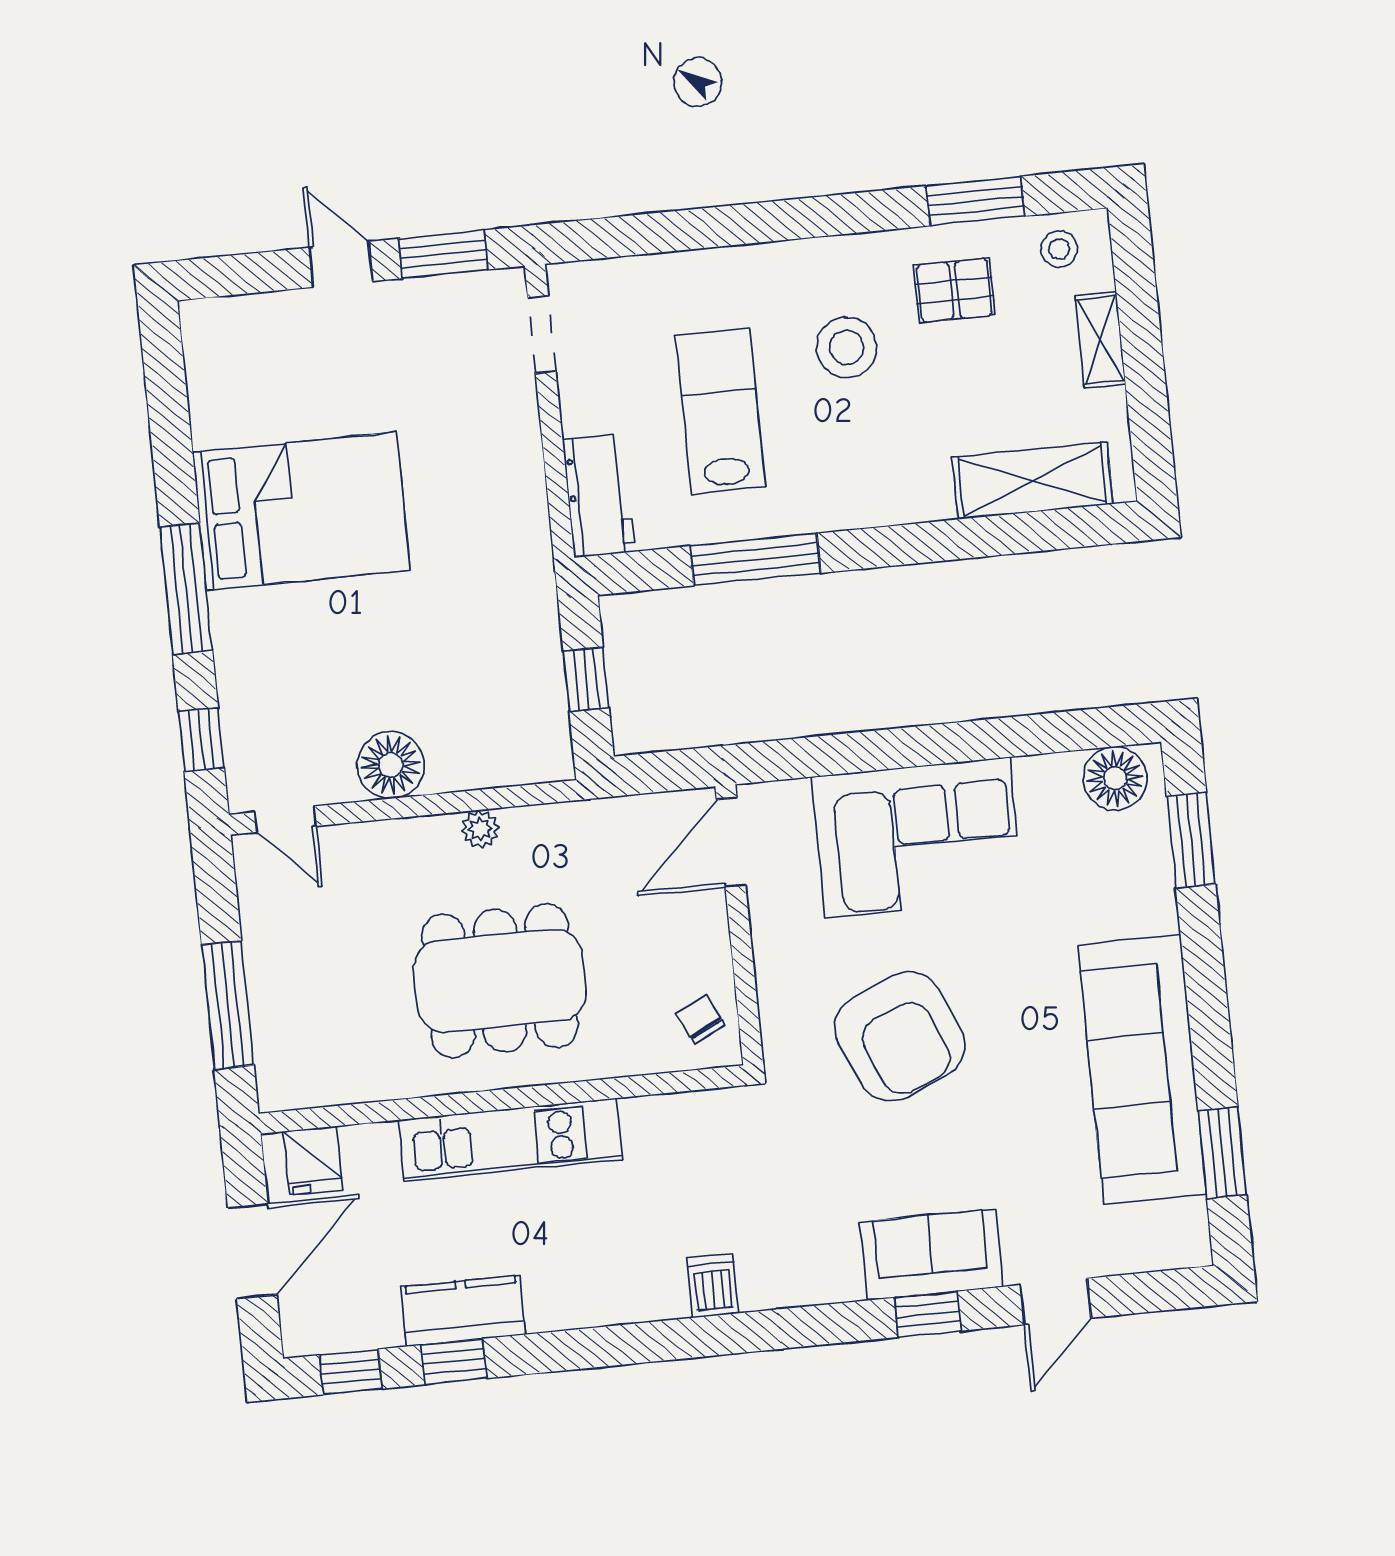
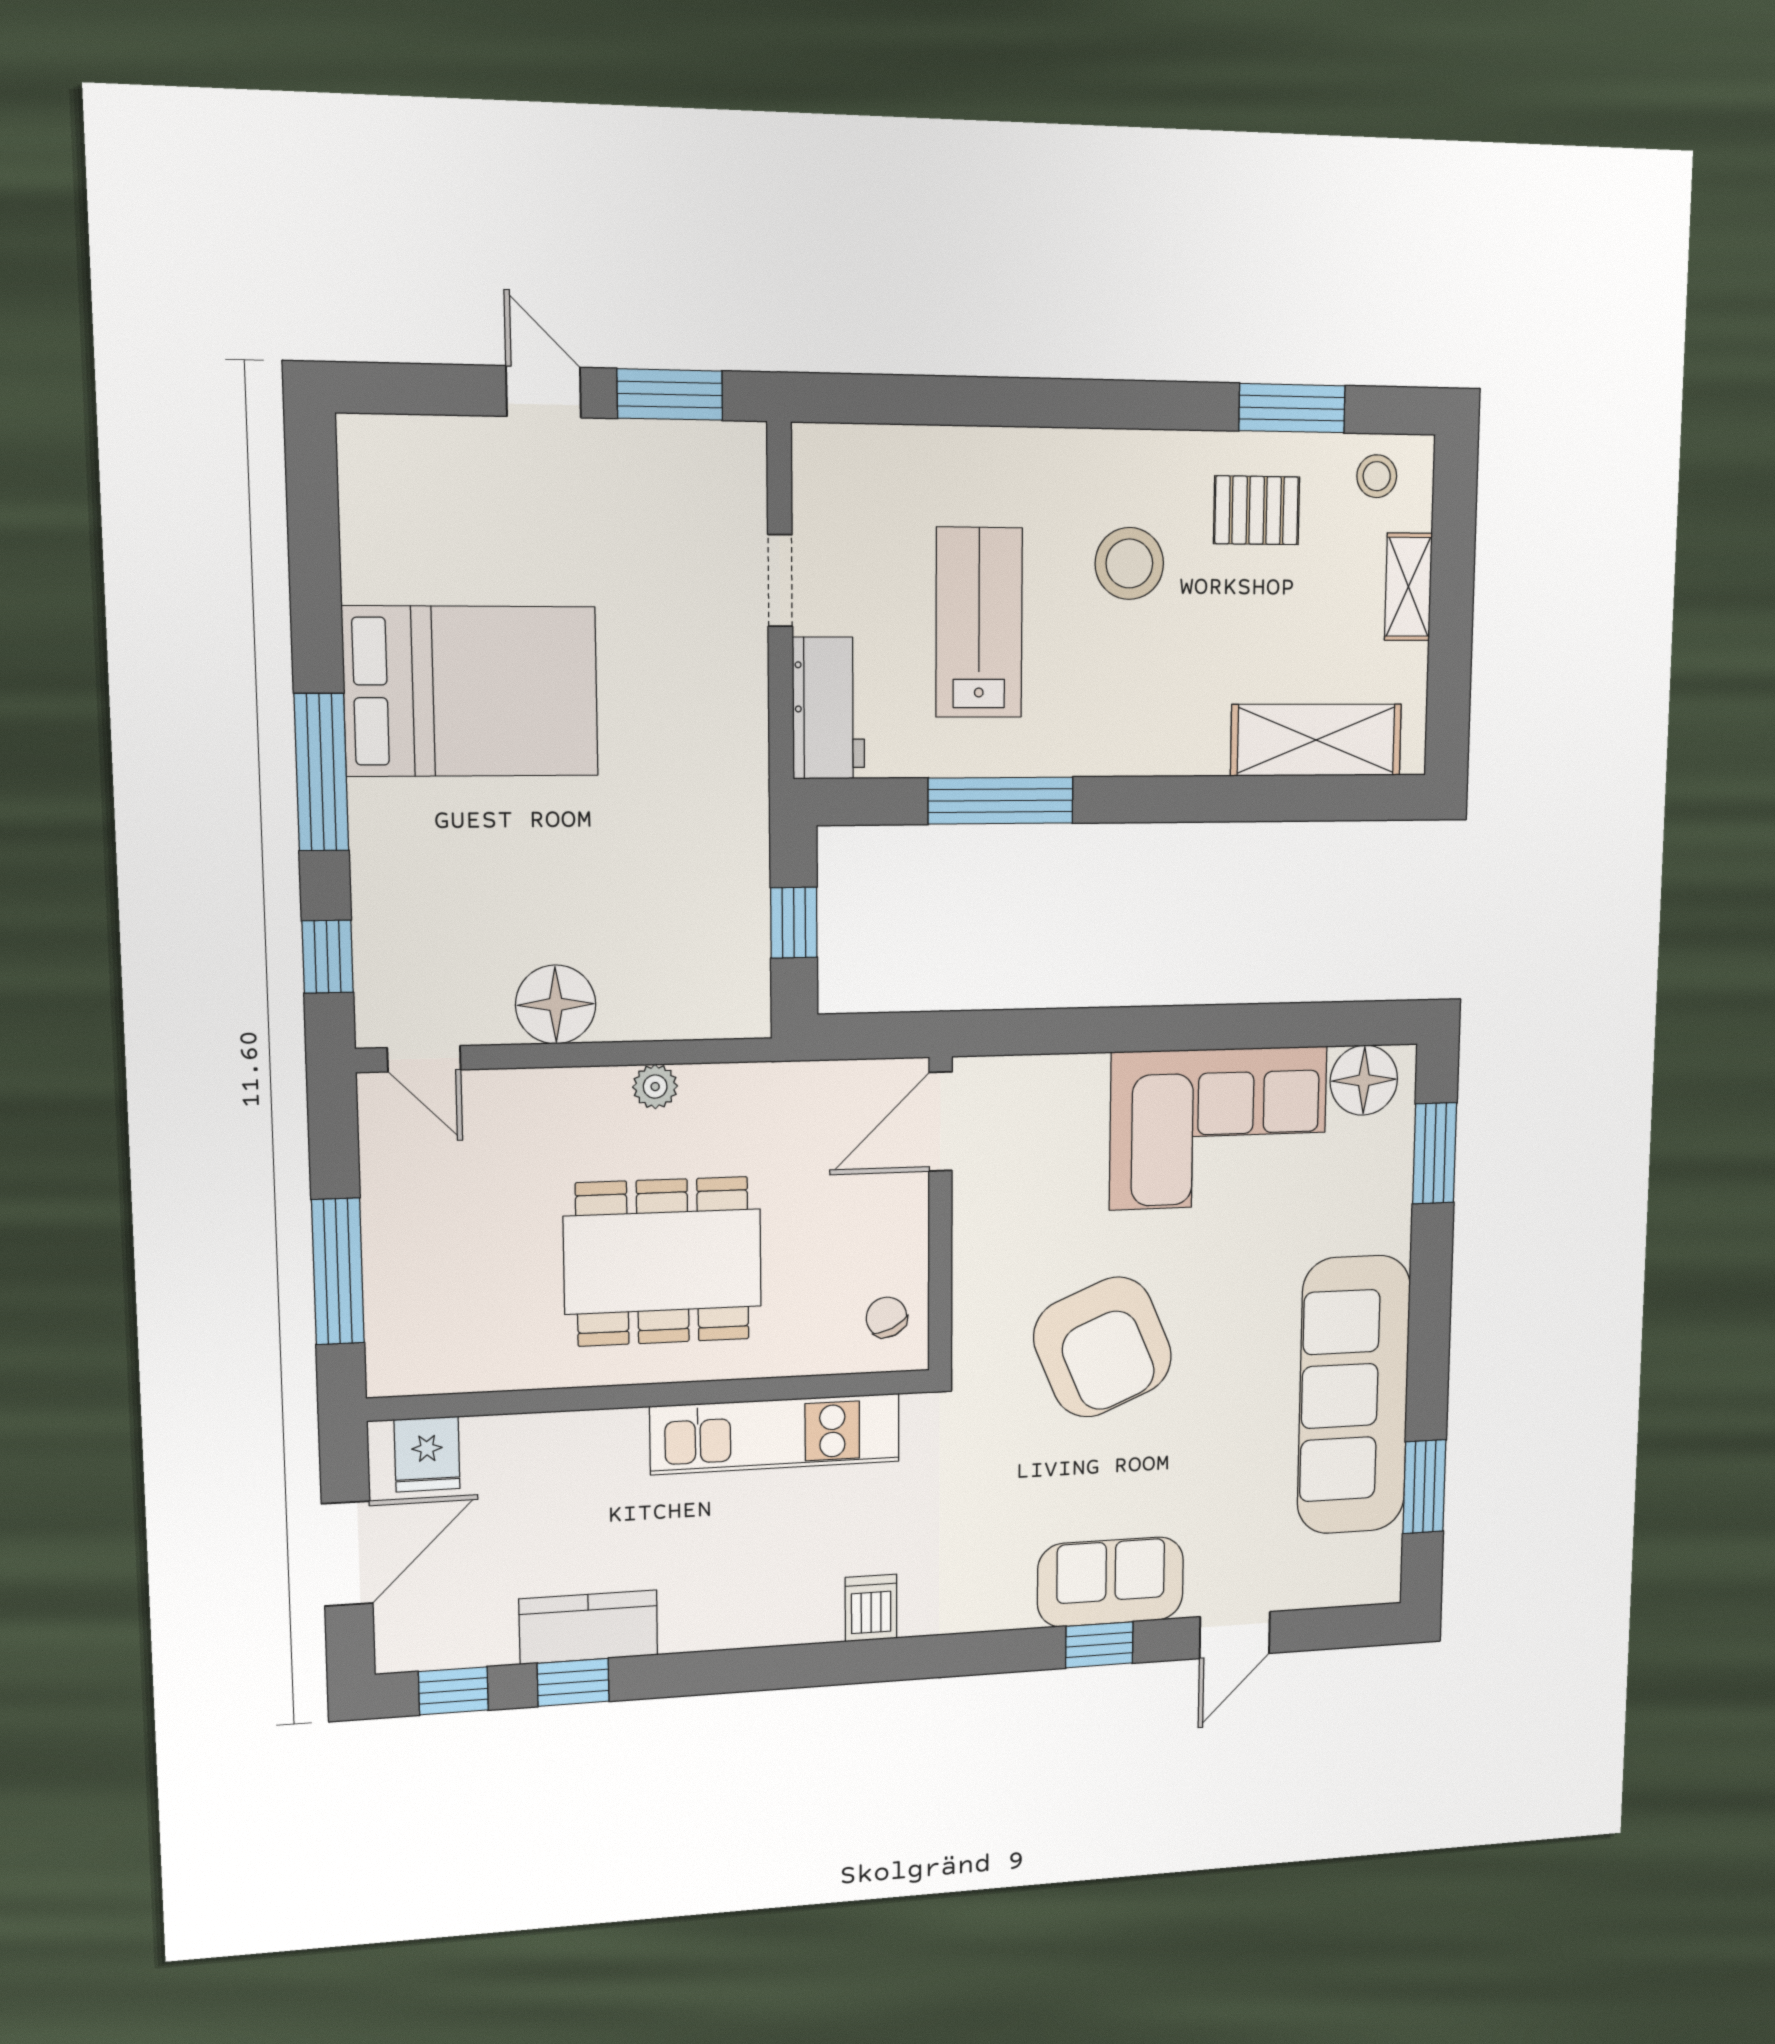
doorway: (542, 335) -> (780, 580), moved
corner sofa: (917, 838) -> (1218, 1128), moved
kitchen unit: (510, 1140) -> (775, 1434), moved

